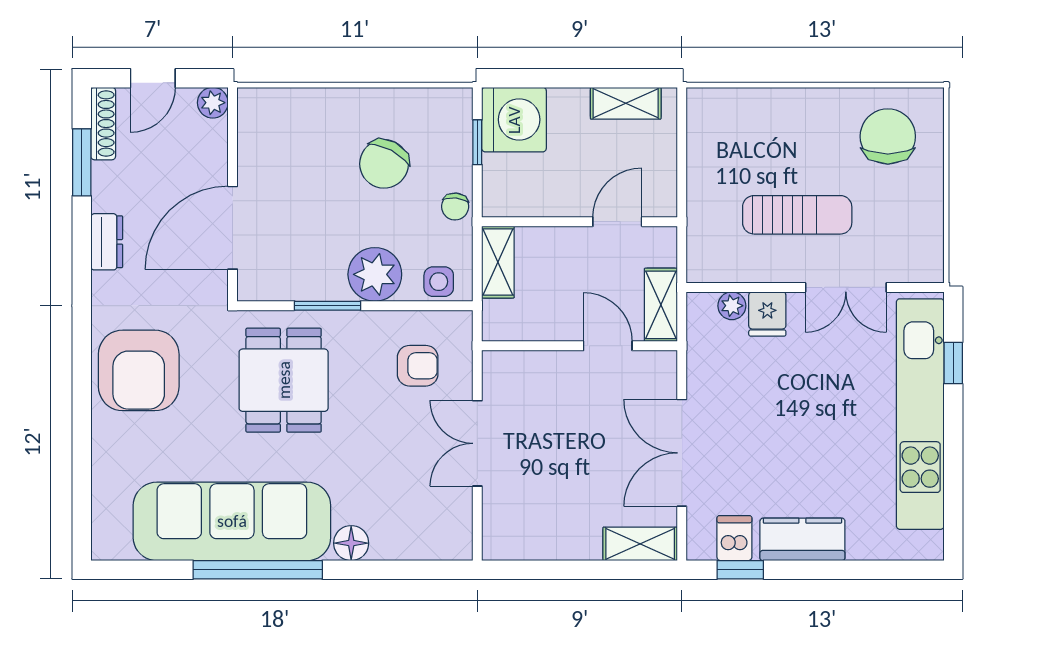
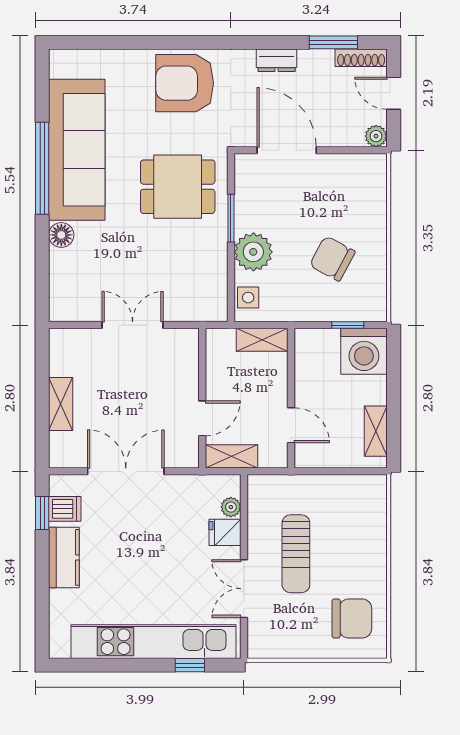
chair: (455, 207) -> (302, 309), removed
armchair: (418, 366) -> (188, 282), removed
shelving: (640, 544) -> (61, 404), moved

